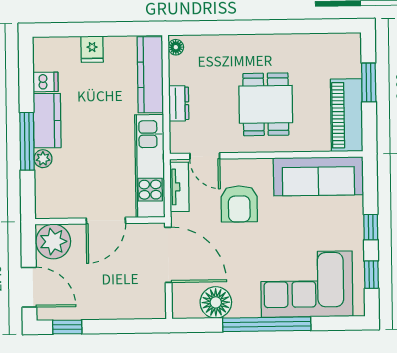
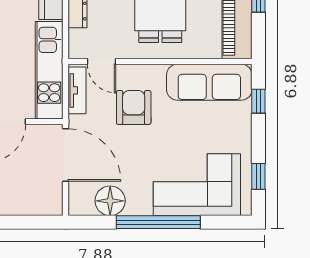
armchair: (239, 204) -> (134, 107), turned 180
window: (371, 227) -> (258, 101), moved

